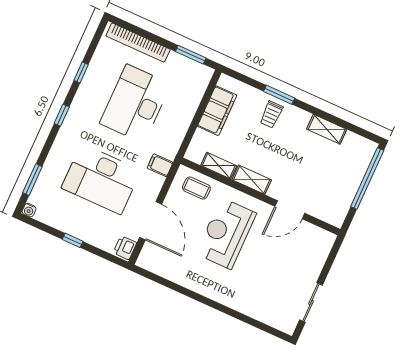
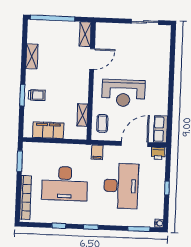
shelving: (252, 180) -> (85, 34), moved
door: (290, 210) -> (92, 59), hinge flipped
row of seats: (156, 264) -> (161, 129), added

